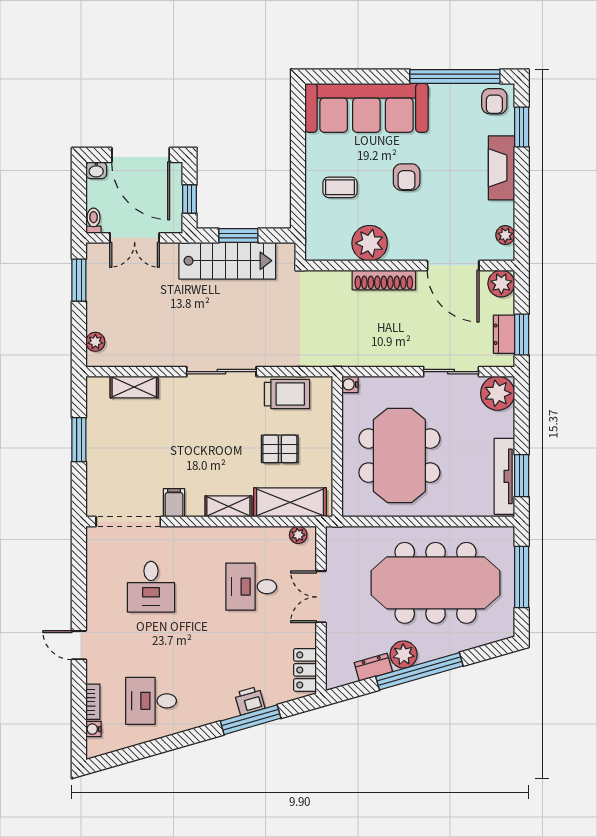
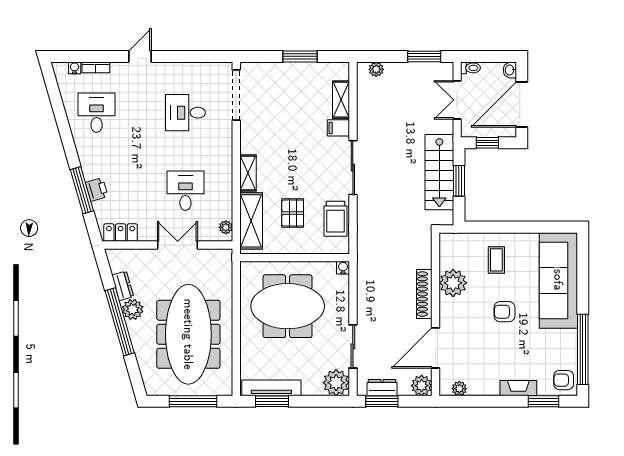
fireplace: (502, 168) -> (518, 388), width x0.73, depth x0.76
filing cabinet: (174, 503) -> (338, 128), moved, turned 180

